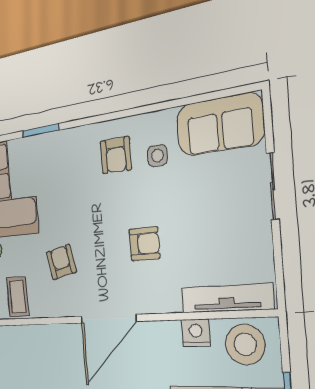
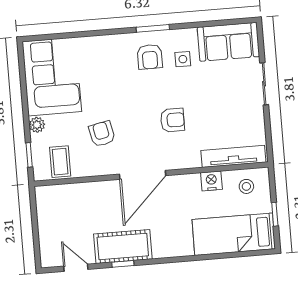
window: (41, 131) -> (153, 28), moved
stool: (245, 344) -> (246, 186), width x0.53, depth x0.53

